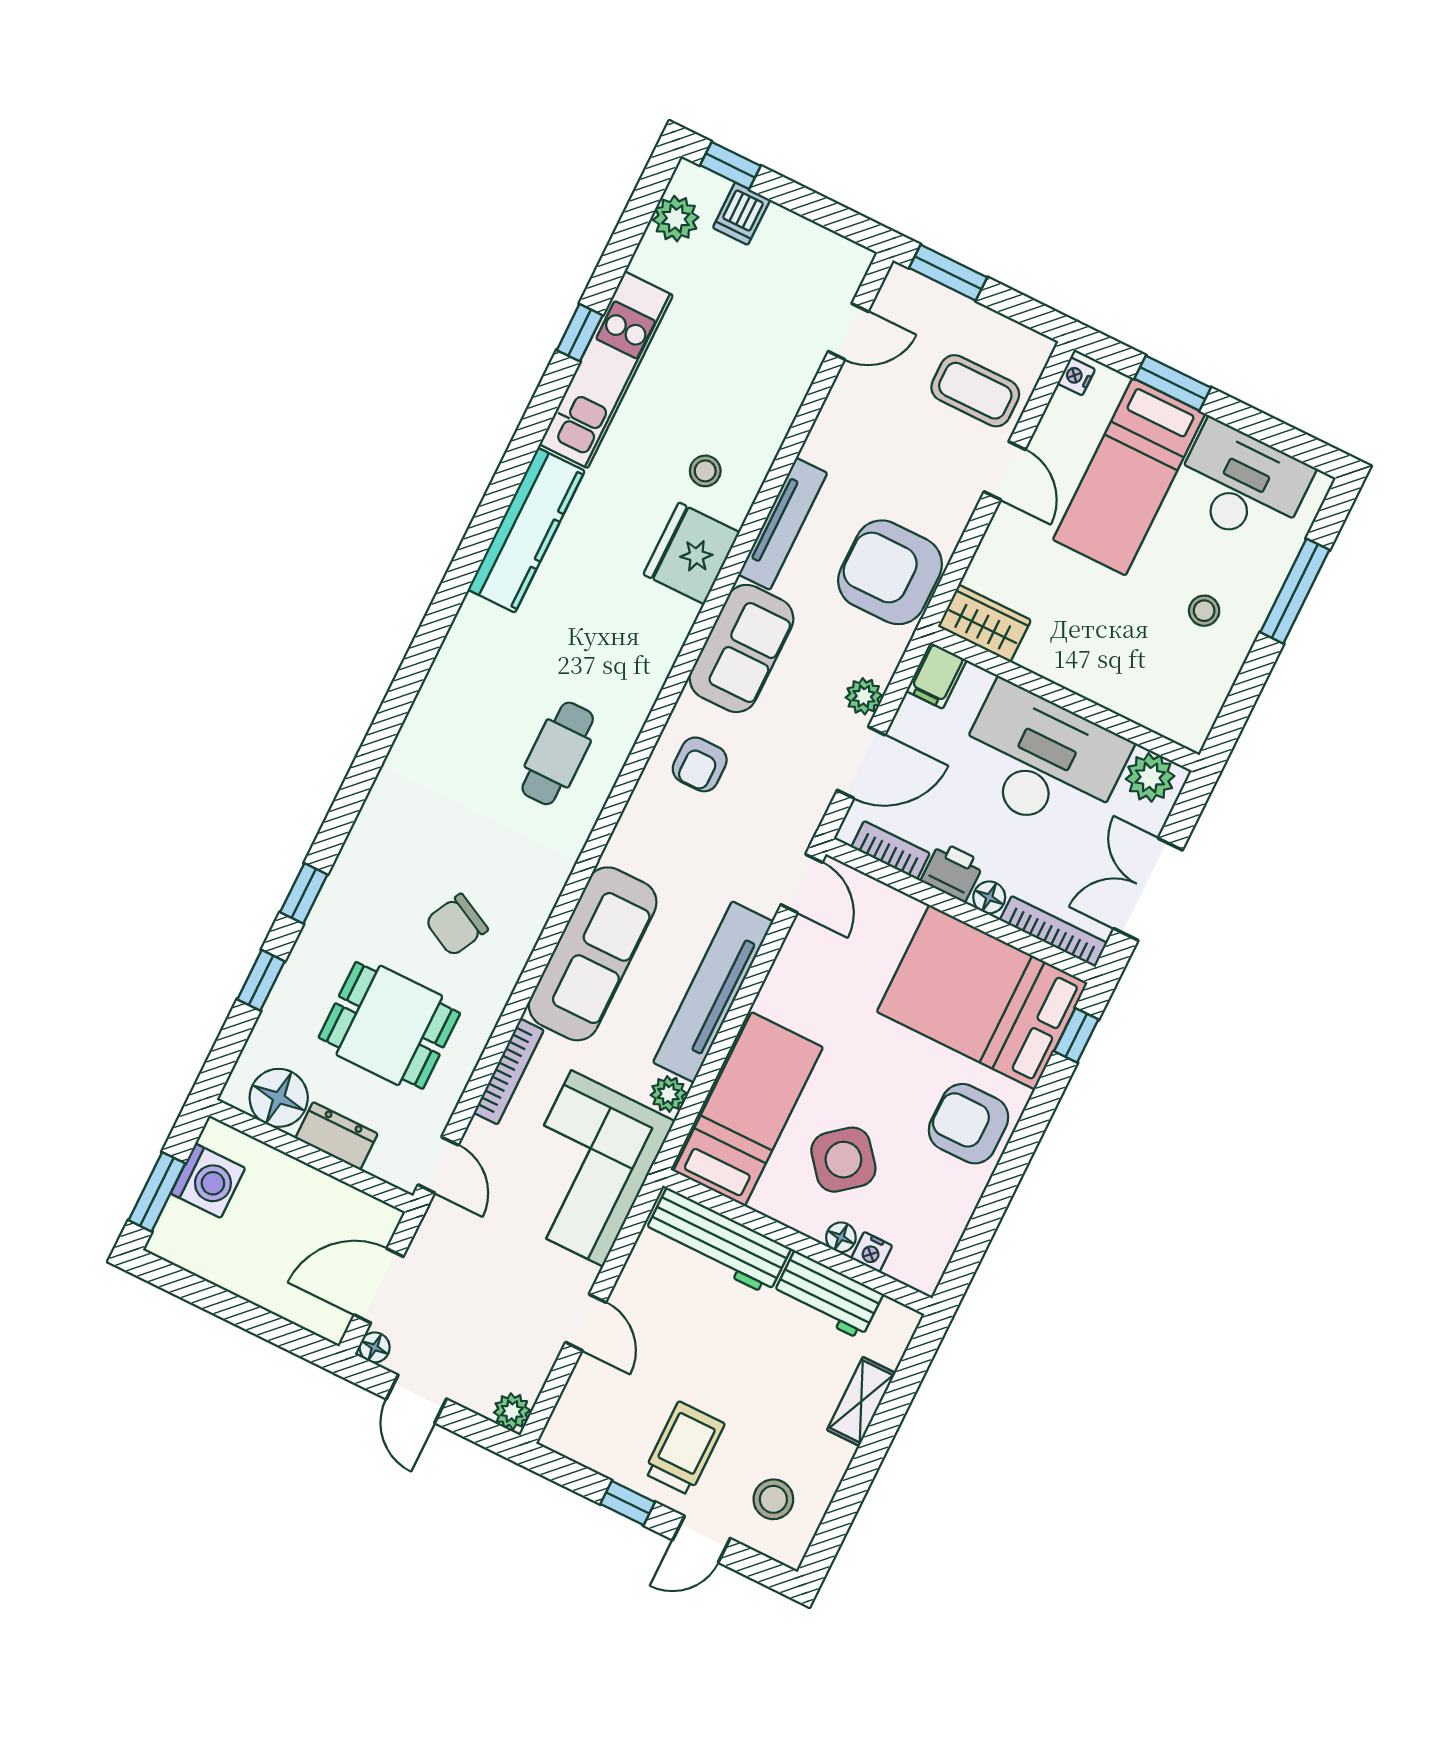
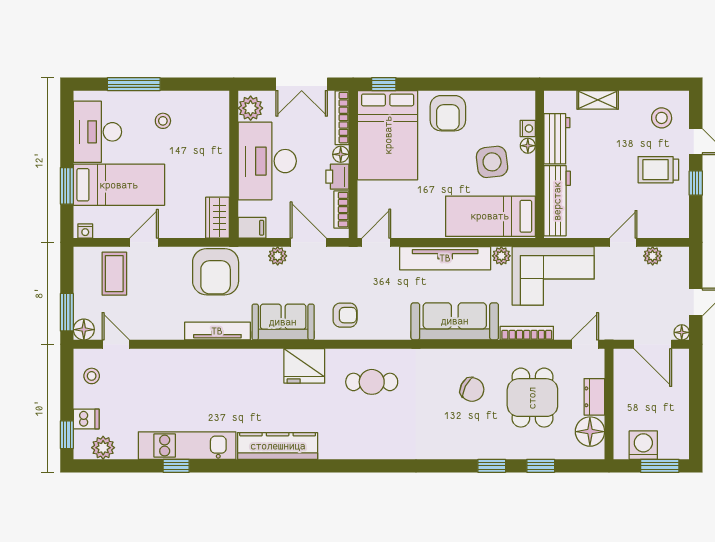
floor lamp: (903, 288) -> (84, 330), added
stool: (705, 471) -> (92, 376), moved
fridge: (691, 553) -> (304, 366), moved
side table: (843, 1160) -> (492, 162), turned 32
plant: (512, 1411) -> (653, 256), moved

